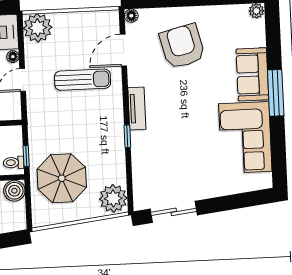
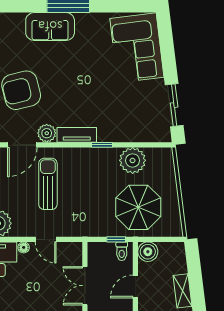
door: (123, 50) -> (22, 145), hinge flipped
plant: (137, 76) -> (47, 133), added
corner sofa: (245, 138) -> (137, 48), moved, turned 83
plant: (113, 198) -> (133, 160), moved

